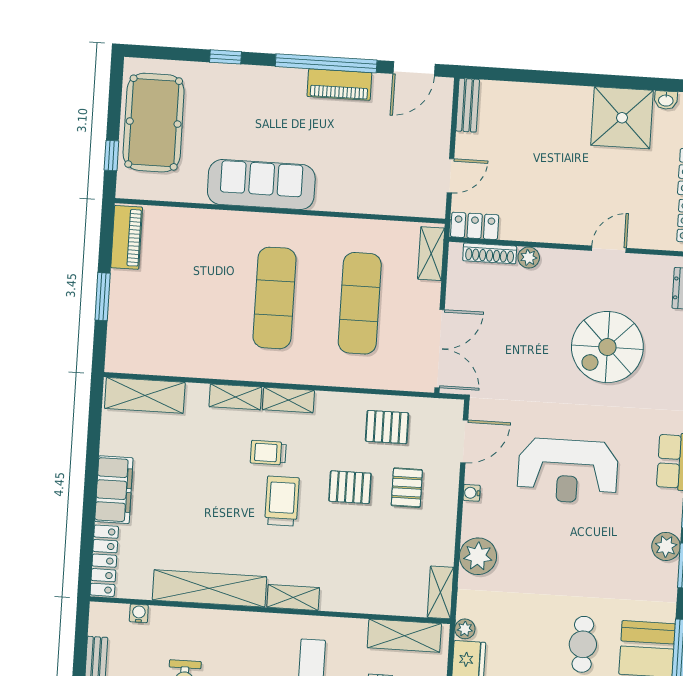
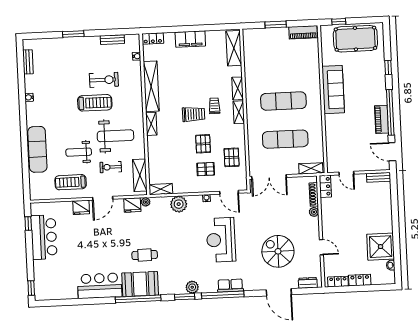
locker: (104, 561) -> (153, 39), width x0.66

